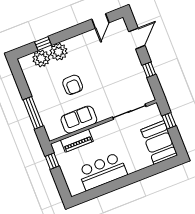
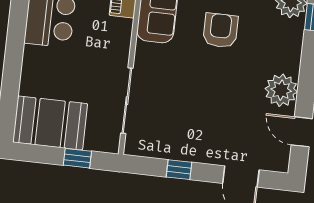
plant: (59, 52) -> (281, 90), moved
armchair: (73, 85) -> (220, 30), turned 90

